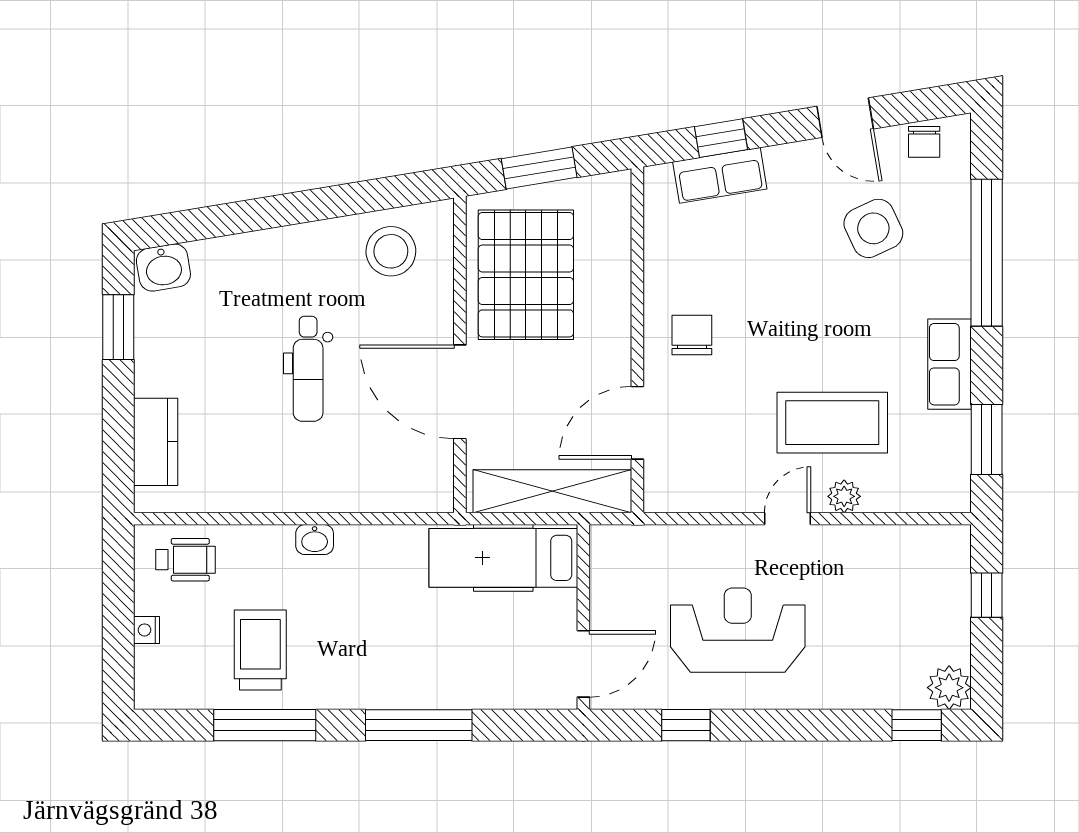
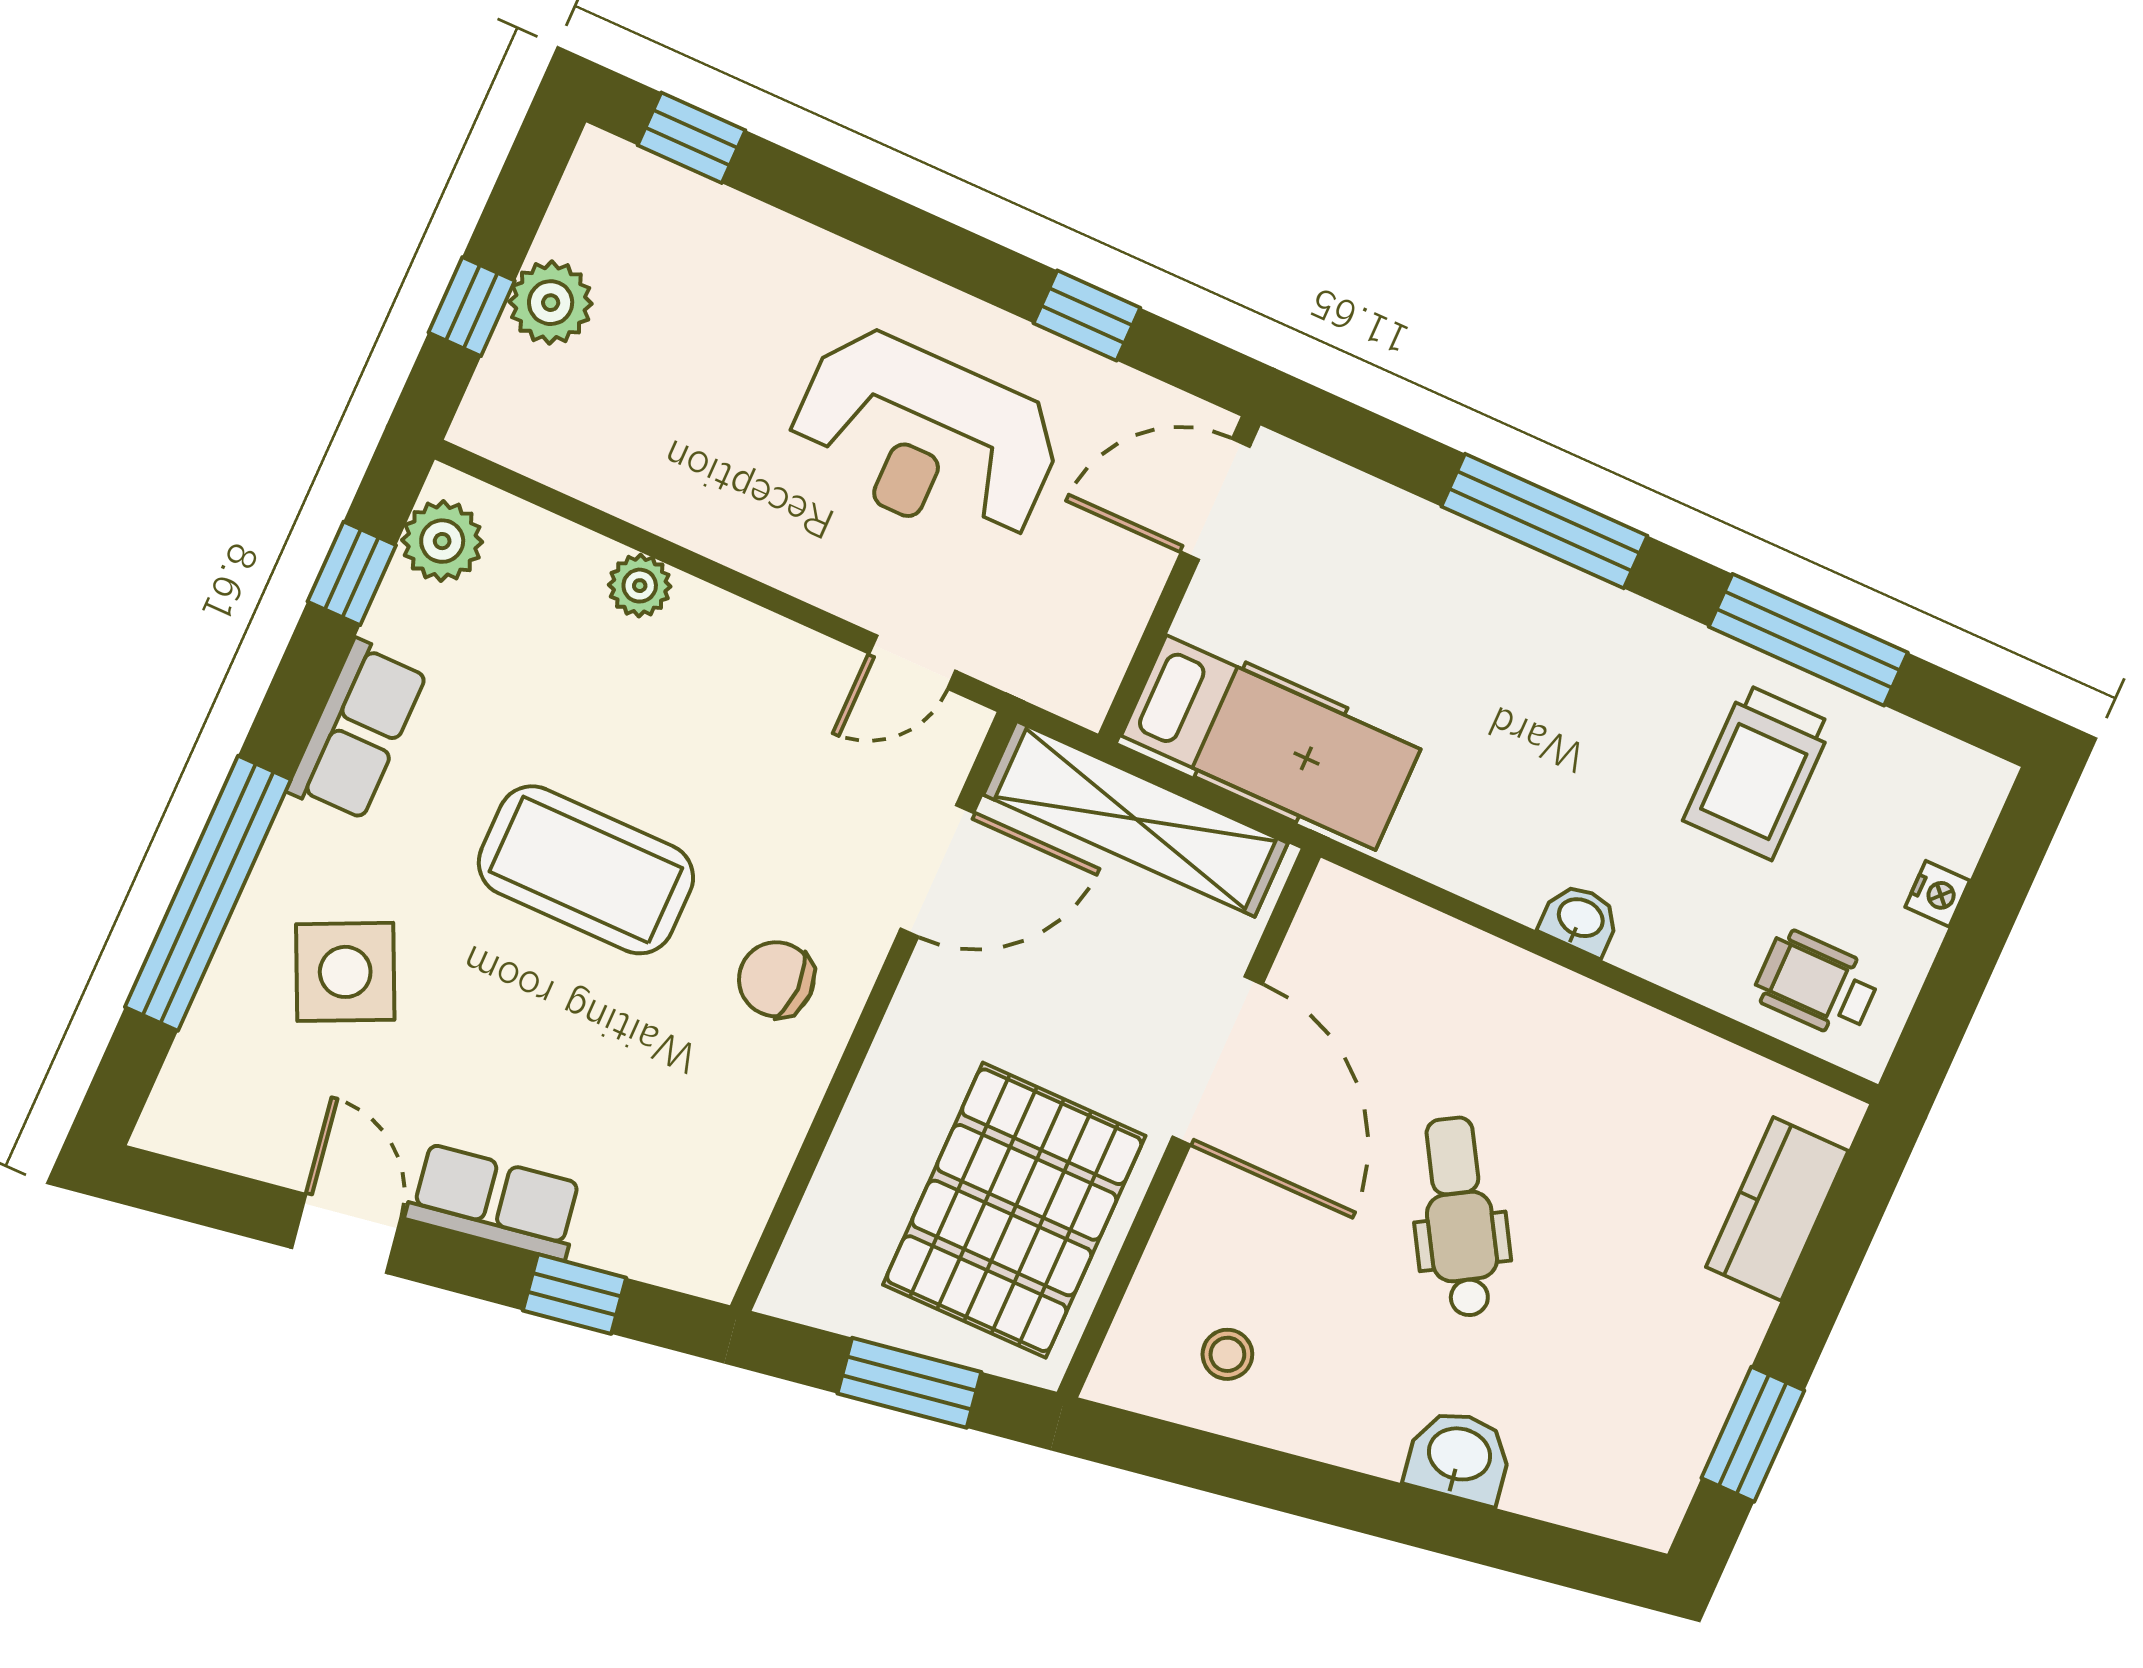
chair: (924, 142) -> (230, 1131), removed
row of seats: (720, 175) -> (494, 1202), moved
side table: (873, 228) -> (345, 972), moved
stool: (391, 251) -> (1227, 1354), width x0.53, depth x0.53
washbasin: (163, 268) -> (1459, 1456), moved
chair: (692, 335) -> (776, 979), turned 90
dental chair: (308, 369) -> (1460, 1217), turned -31
coffee table: (832, 423) -> (586, 870), moved
window: (987, 439) -> (352, 573), width x0.67
plant: (950, 475) -> (442, 541), added
door: (788, 519) -> (912, 662), moved
plant: (949, 688) -> (551, 303), moved

